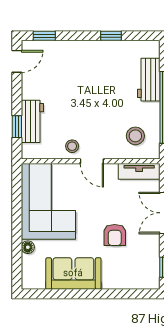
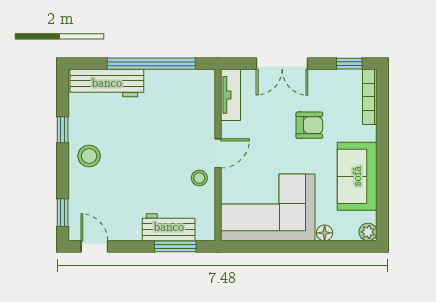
workbench: (149, 80) -> (107, 83), width x1.37
window: (17, 127) -> (175, 246), width x1.50
stool: (135, 136) -> (89, 156), moved
plant: (29, 282) -> (368, 232), added
bookcase: (137, 284) -> (370, 97), added

